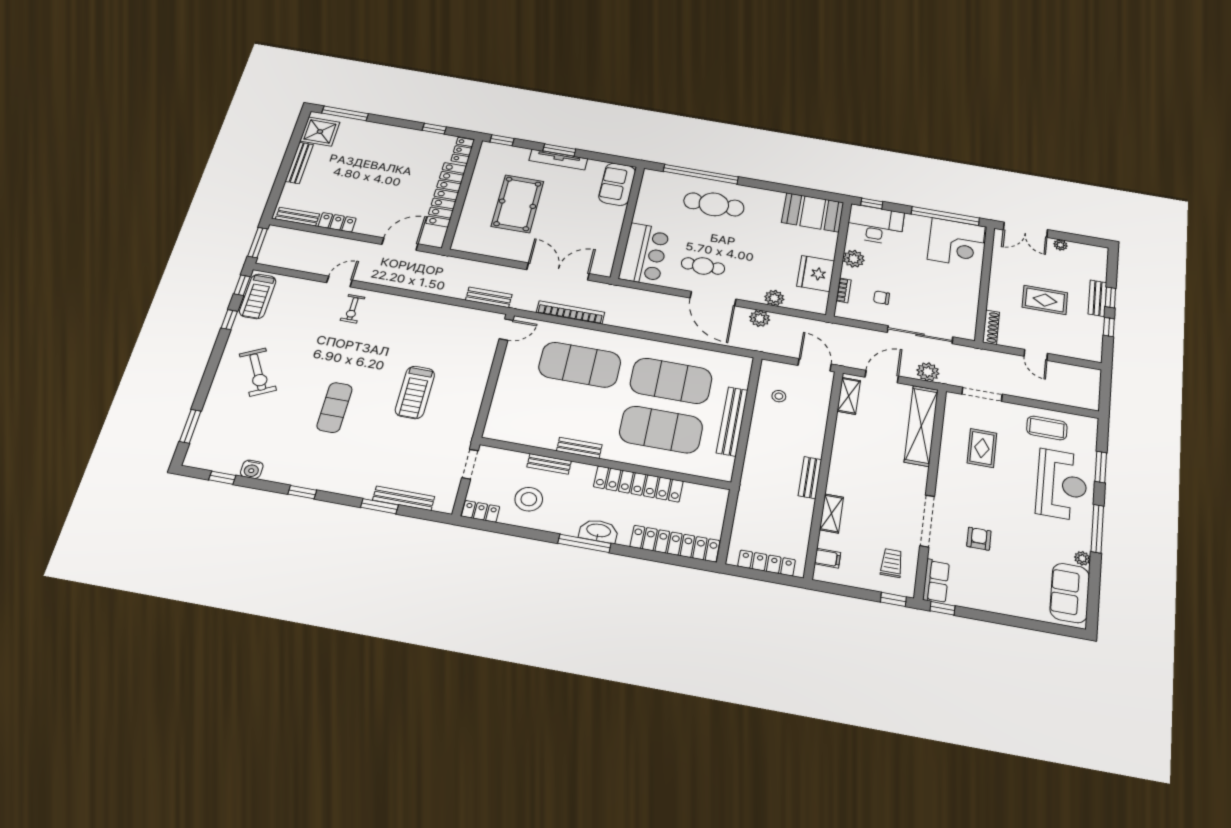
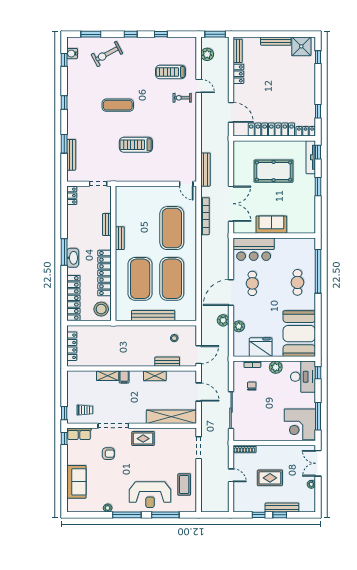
window: (345, 113) -> (318, 57), width x0.46
tv unit: (558, 160) -> (311, 157), moved
sofa: (617, 184) -> (271, 225), moved
cafe table: (714, 204) -> (297, 282), width x0.73, depth x0.74
booth: (813, 212) -> (299, 334), width x1.36, depth x1.42
window: (945, 216) -> (318, 416), width x0.68
window: (242, 285) -> (131, 34), moved
treadmill: (258, 296) -> (171, 72), moved
bench: (489, 297) -> (205, 170), width x1.36
bench: (1097, 298) -> (282, 508), width x1.36
rug: (1045, 300) -> (270, 478), turned 90
door: (1036, 355) -> (231, 475), swing flipped
exercise bike: (258, 372) -> (107, 54), moved
plant: (928, 372) -> (207, 54), moved
shelving: (849, 396) -> (155, 376), moved
rug: (982, 448) -> (143, 439), moved
window: (1101, 467) -> (165, 515), width x1.44
water cooler: (252, 469) -> (72, 54), moved
bench: (810, 478) -> (167, 362), moved
stool: (529, 499) -> (101, 309), moved
filing cabinet: (828, 558) -> (124, 377), moved
sofa: (1070, 593) -> (76, 482), moved, turned 90

